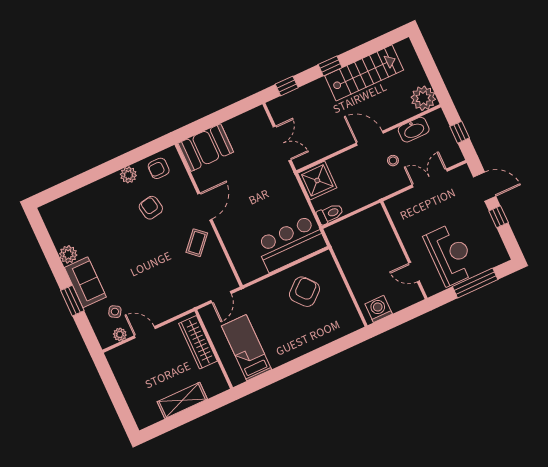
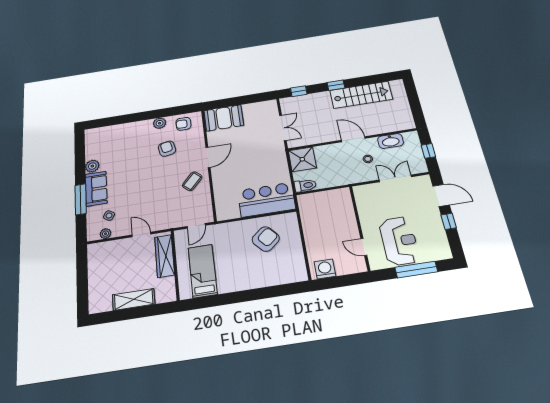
plant: (423, 98) -> (404, 121), removed
window: (72, 301) -> (81, 199), width x1.44
door: (145, 332) -> (141, 234), moved

